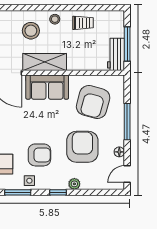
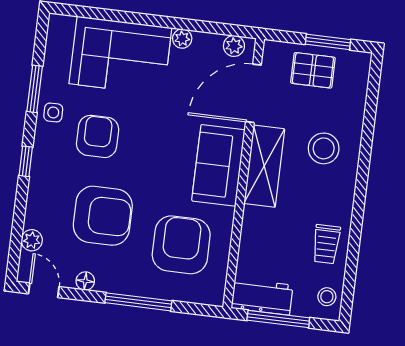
stool: (55, 19) -> (327, 297), moved
armchair: (93, 102) -> (181, 245), turned 75
armchair: (39, 155) -> (98, 136), turned 180
plant: (74, 184) -> (32, 240), moved

